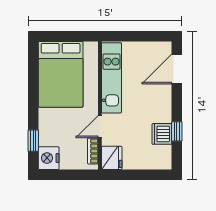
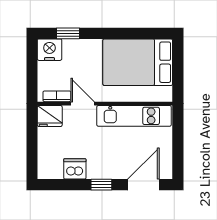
door: (177, 69) -> (143, 185), hinge flipped
window: (177, 131) -> (101, 185), moved

